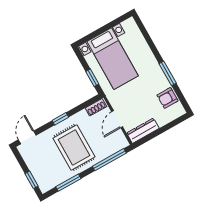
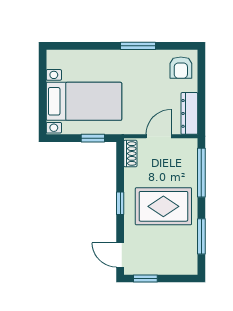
armchair: (168, 98) -> (181, 68), moved
door: (117, 119) -> (159, 136), swing flipped
window: (31, 180) -> (145, 278), moved

